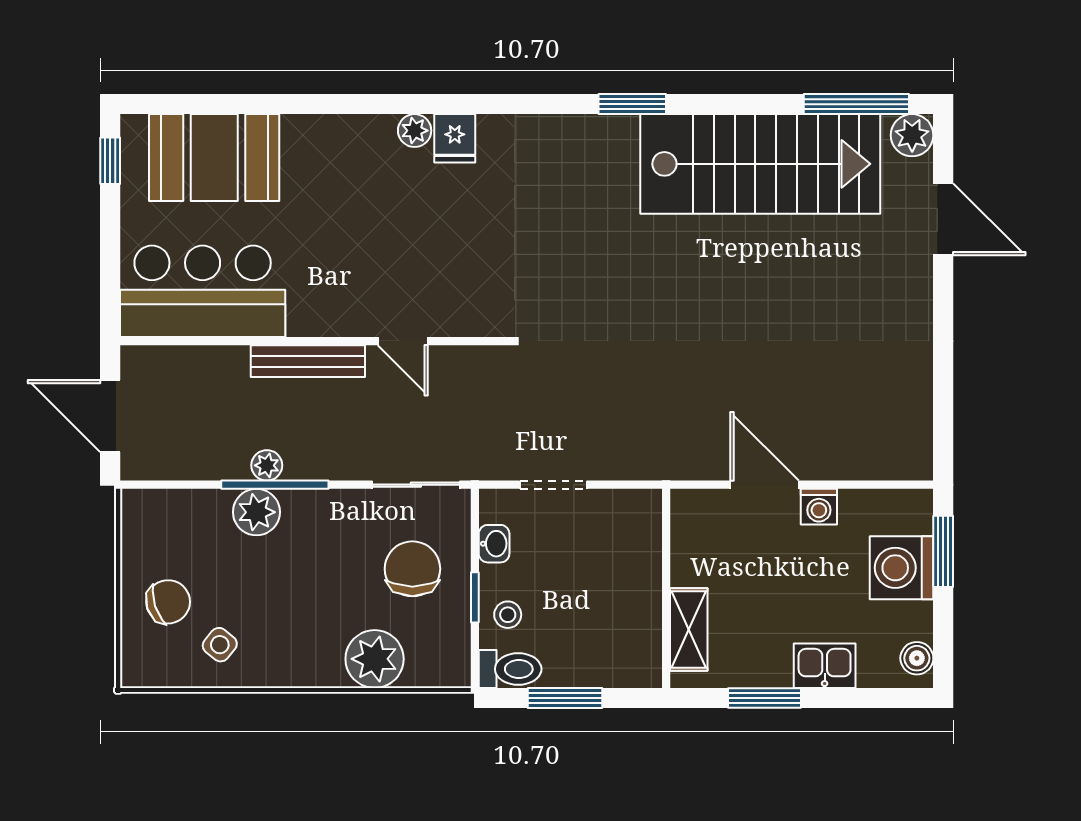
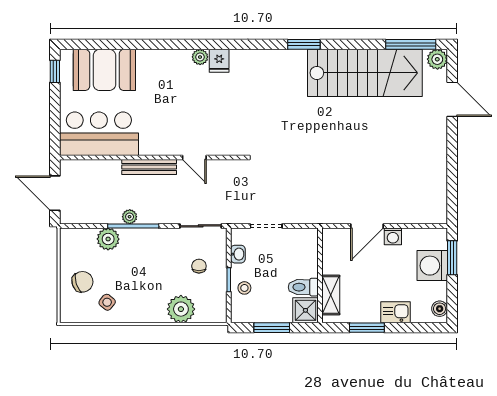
door: (765, 485) -> (367, 226), swing flipped
plant: (256, 512) -> (108, 239), moved
chair: (412, 569) -> (199, 266), width x0.54, depth x0.54
shower: (636, 662) -> (305, 310), added
toilet: (510, 669) -> (303, 287), moved, turned 180

